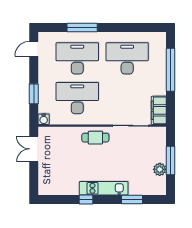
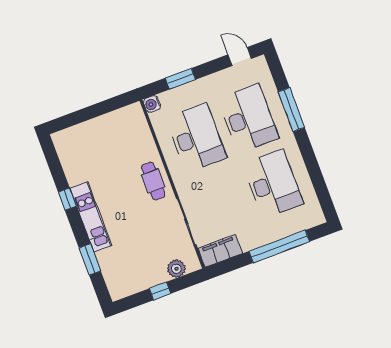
double door: (34, 149) -> (108, 106), removed
window: (171, 161) -> (160, 291), width x0.46
plant: (160, 169) -> (176, 269), moved

